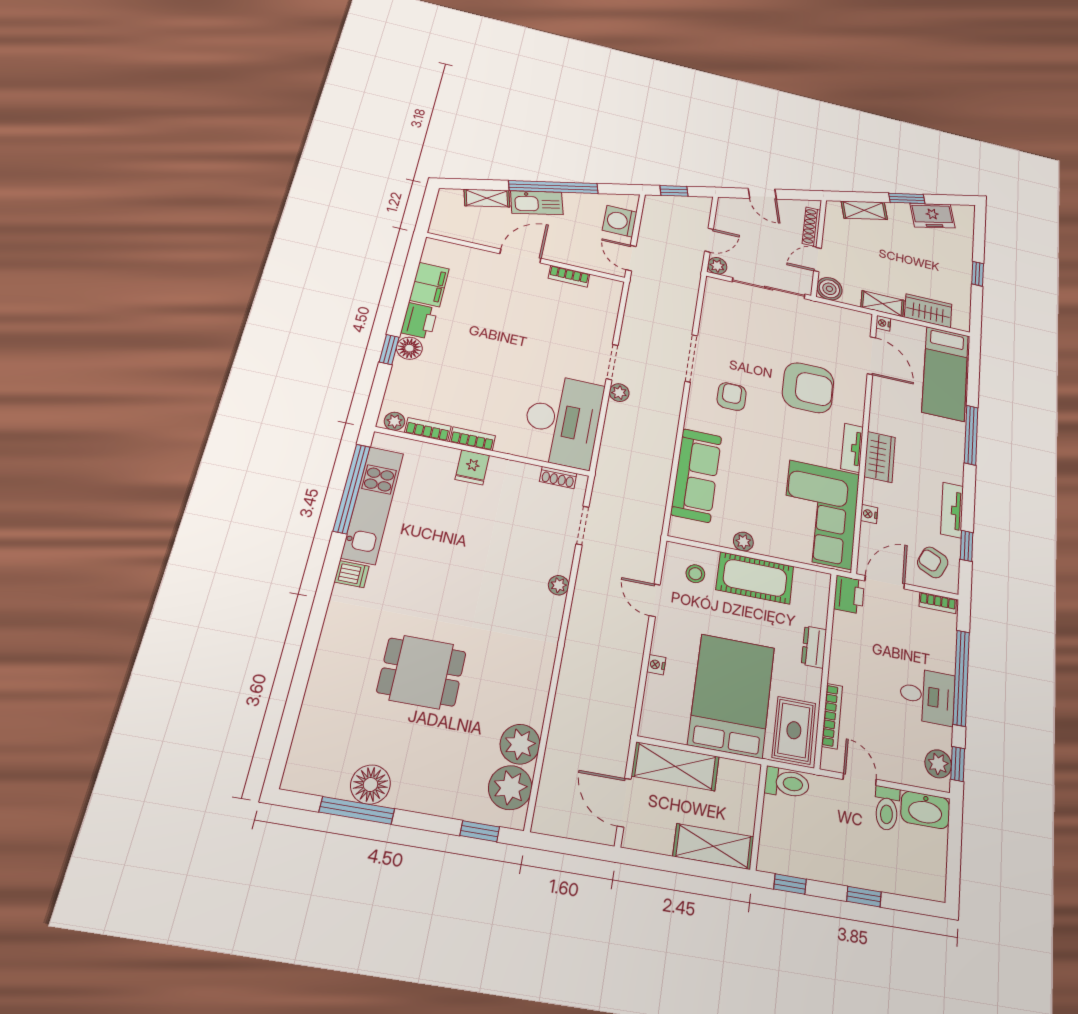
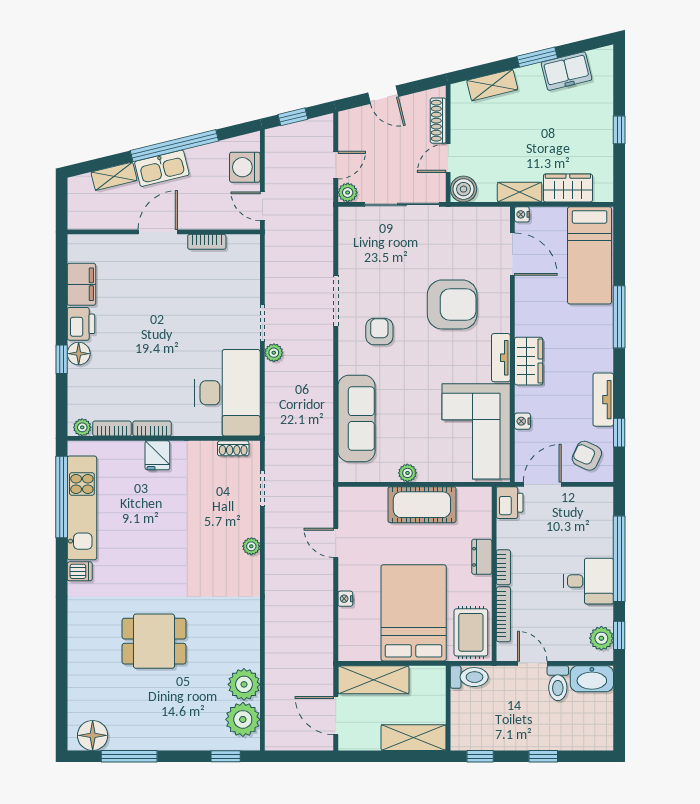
stool: (695, 574) -> (368, 512), removed
bookcase: (938, 603) -> (503, 567), moved, turned -90
floor lamp: (370, 785) -> (93, 735), moved

